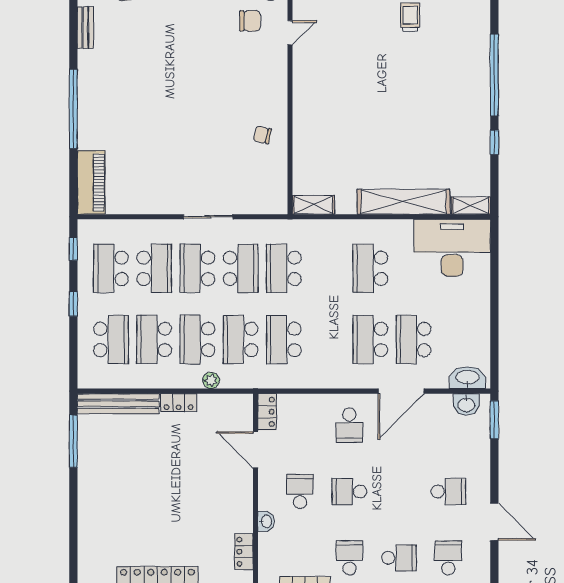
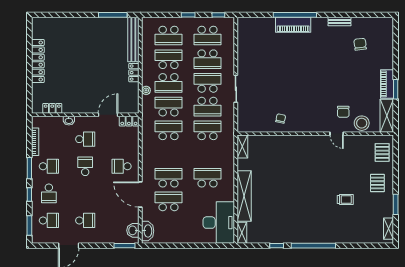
piano: (91, 182) -> (293, 25), moved
school desk: (111, 268) -> (208, 36), turned 180
school desk: (197, 339) -> (169, 83), turned 180
school desk: (448, 492) -> (85, 220), turned -90

